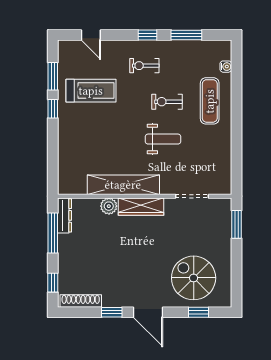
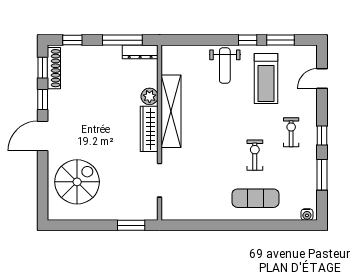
water cooler: (226, 67) -> (307, 214), moved
weight bench: (163, 139) -> (225, 65), moved
window: (199, 312) -> (43, 68), moved

